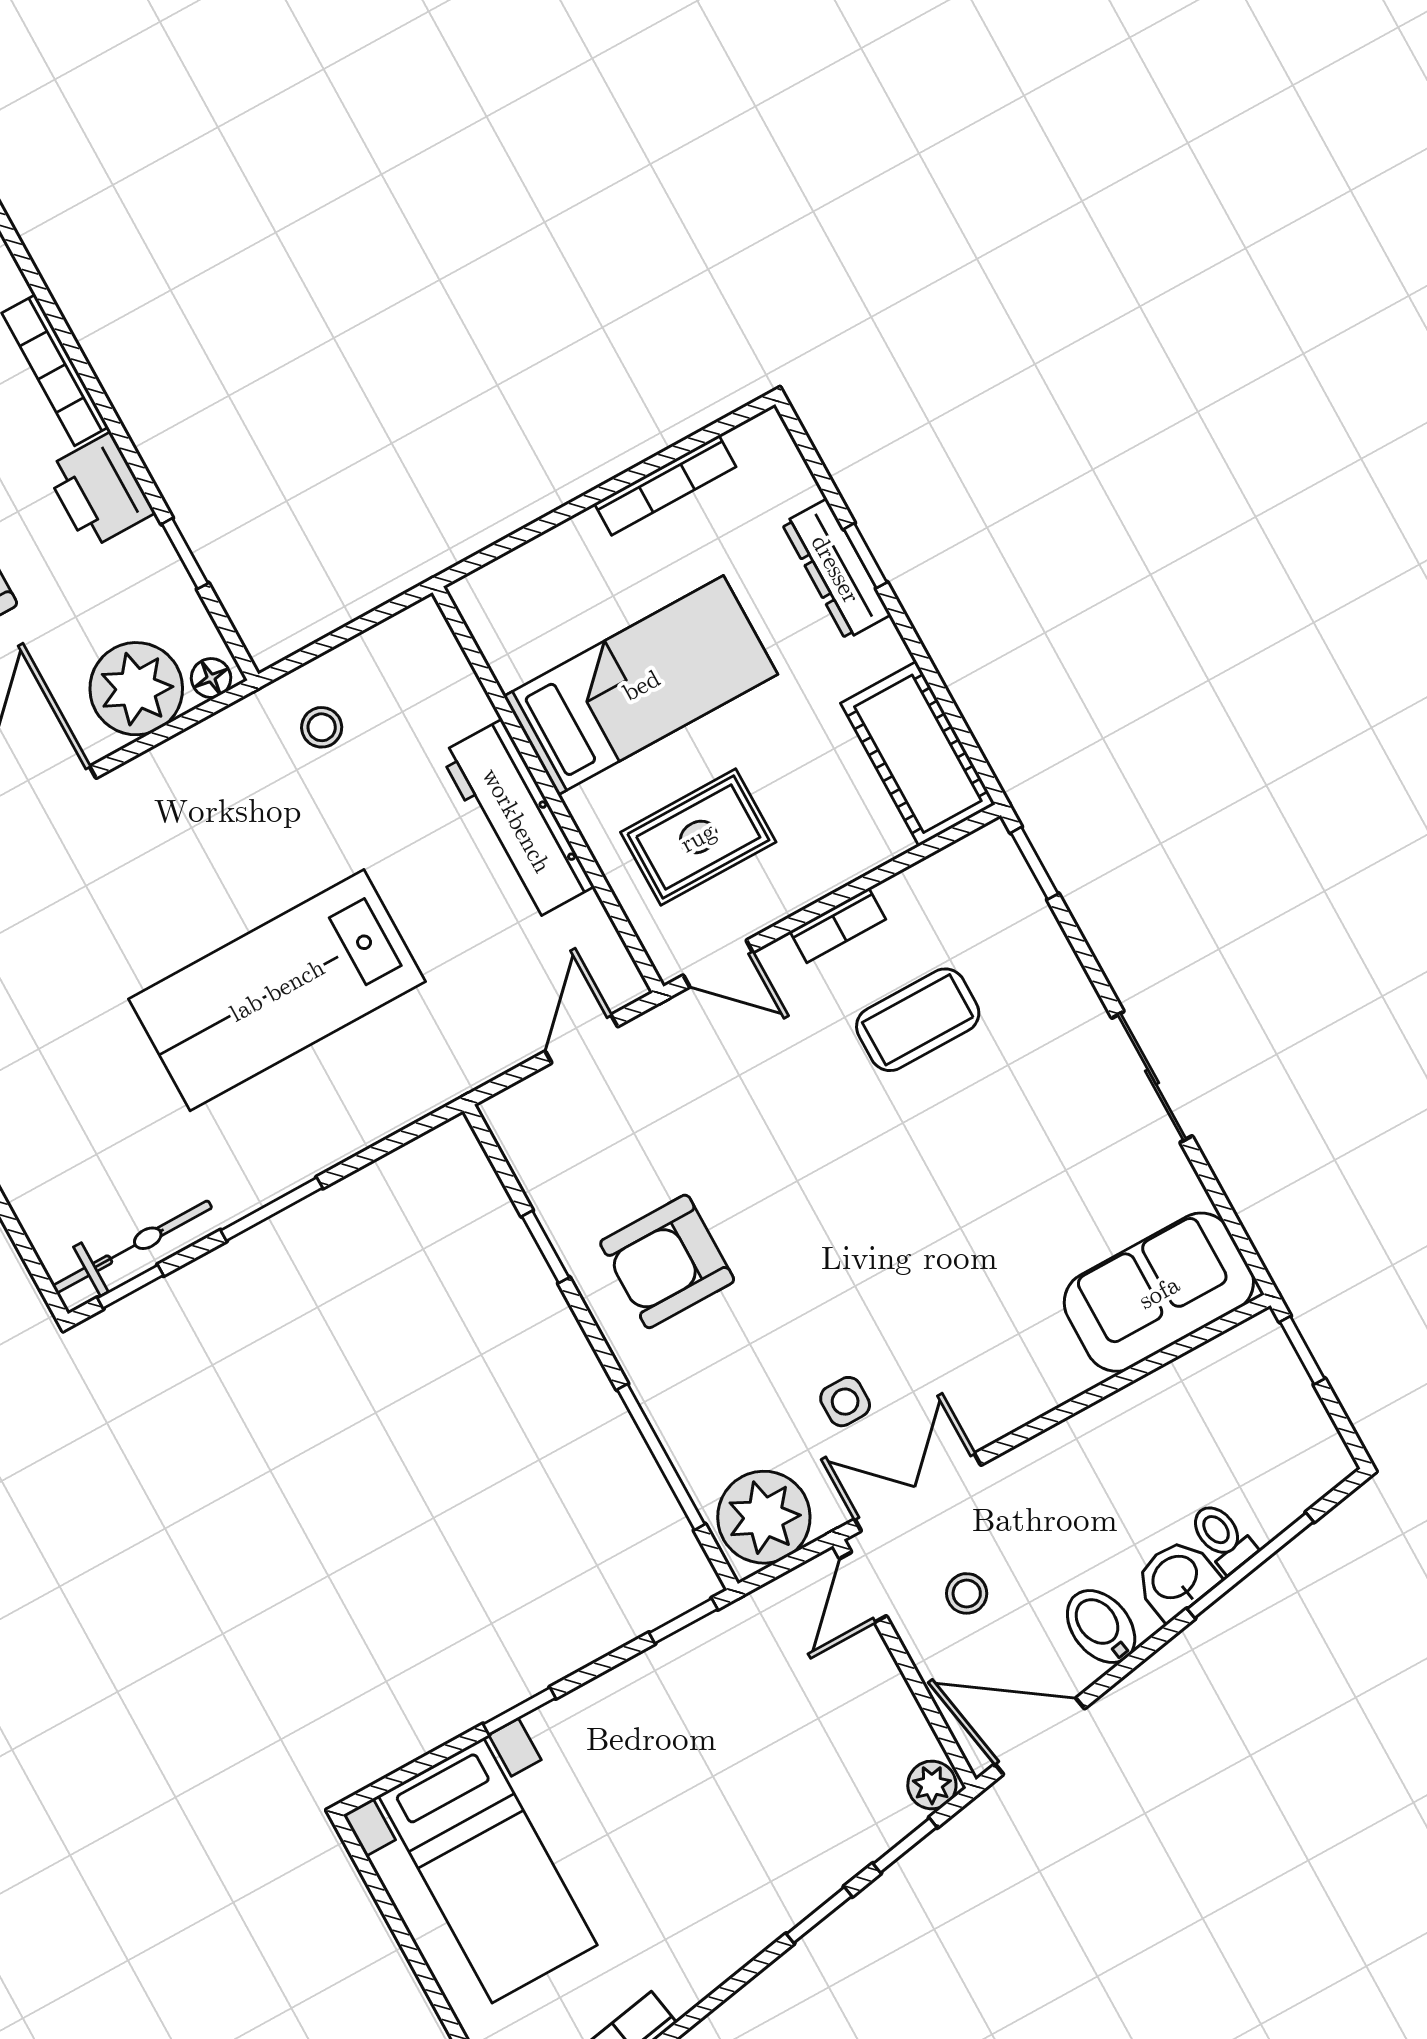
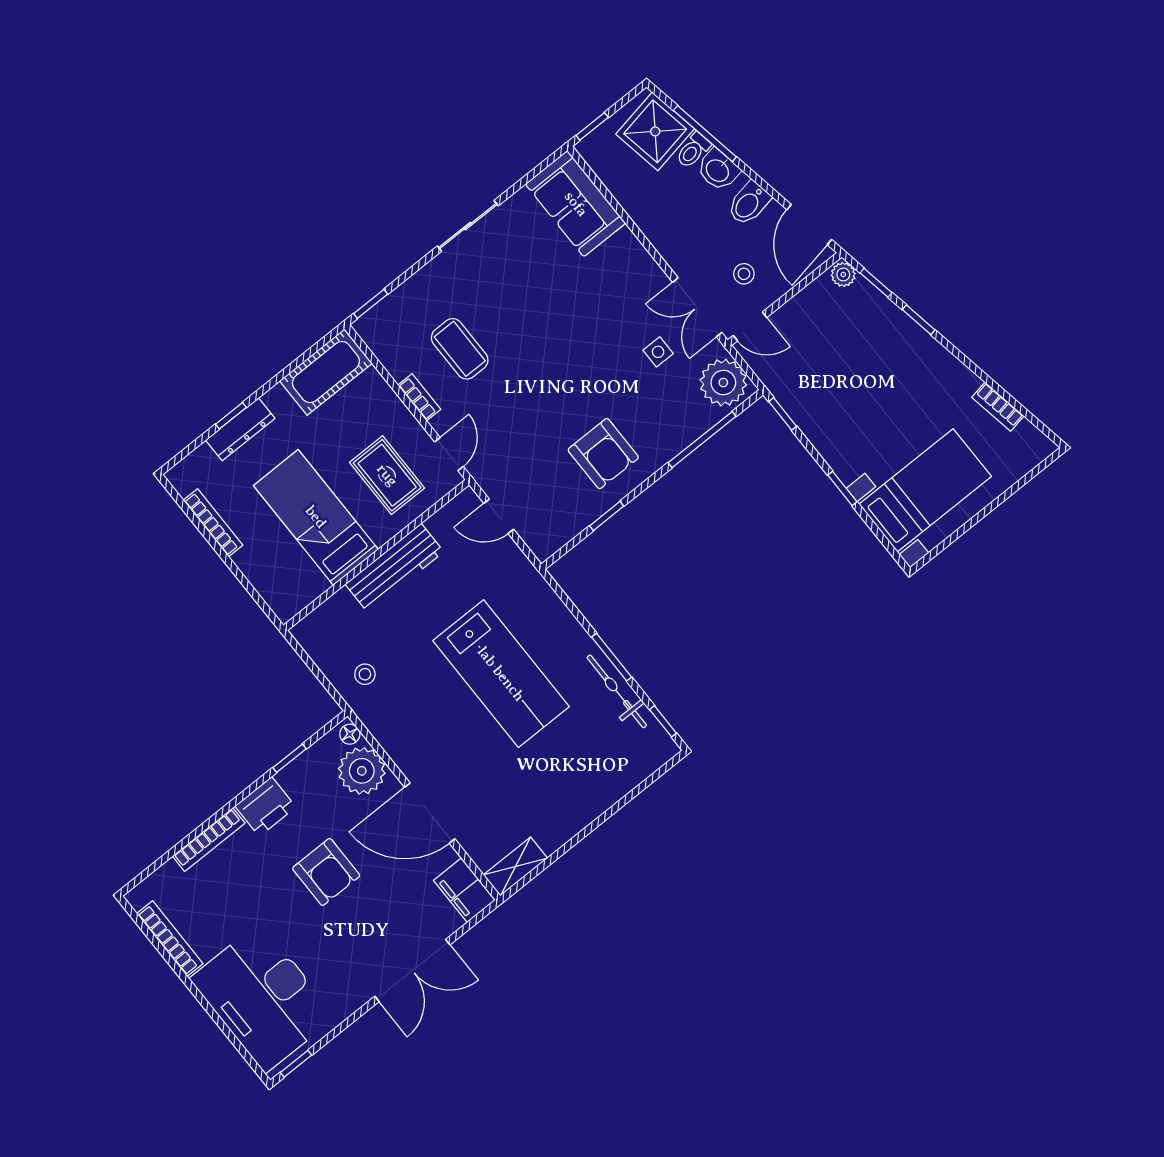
bicycle: (132, 1247) -> (617, 691), moved
shower: (1271, 1470) -> (655, 131), added

